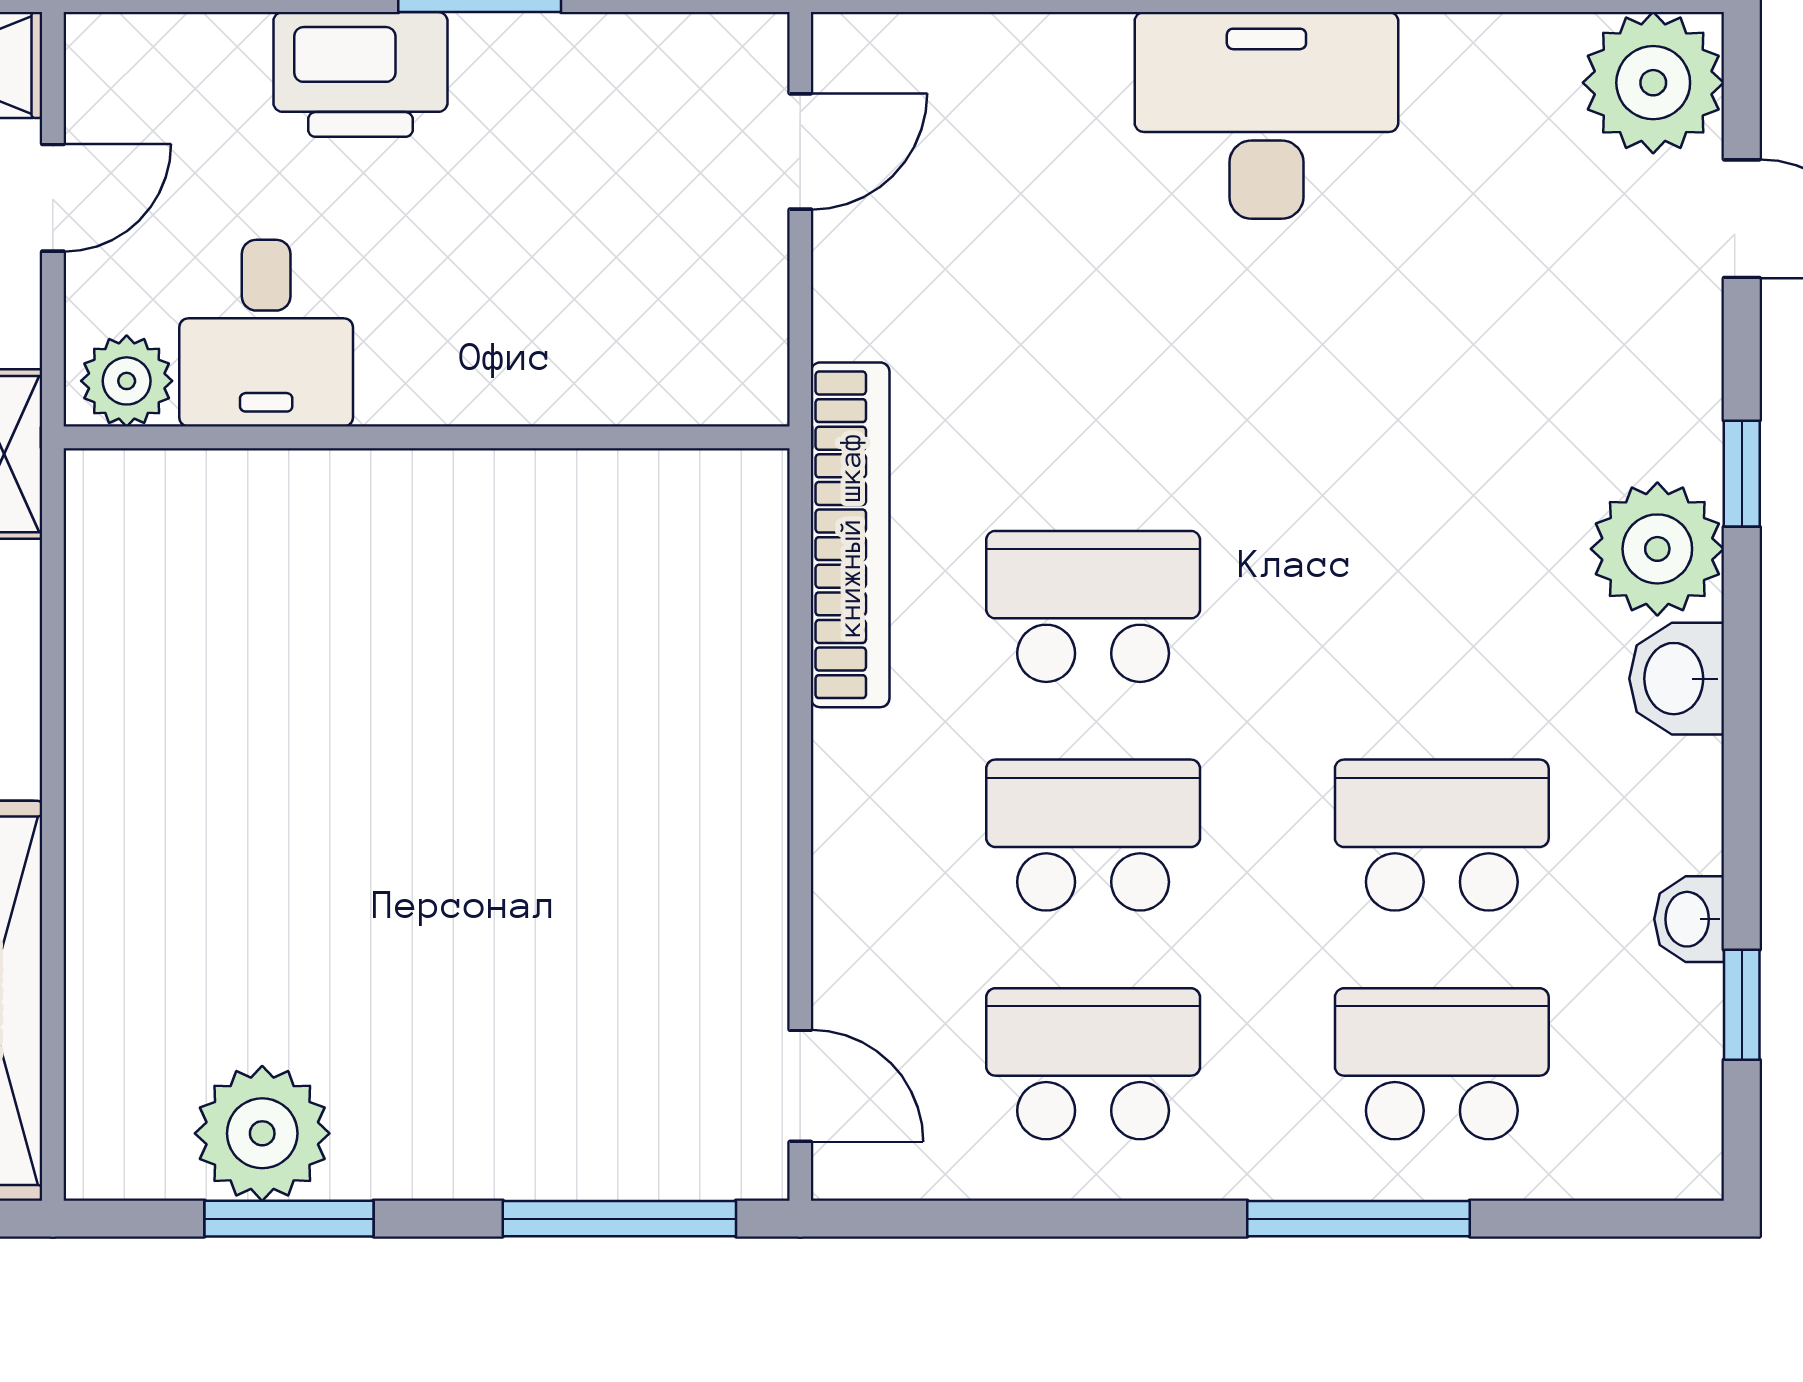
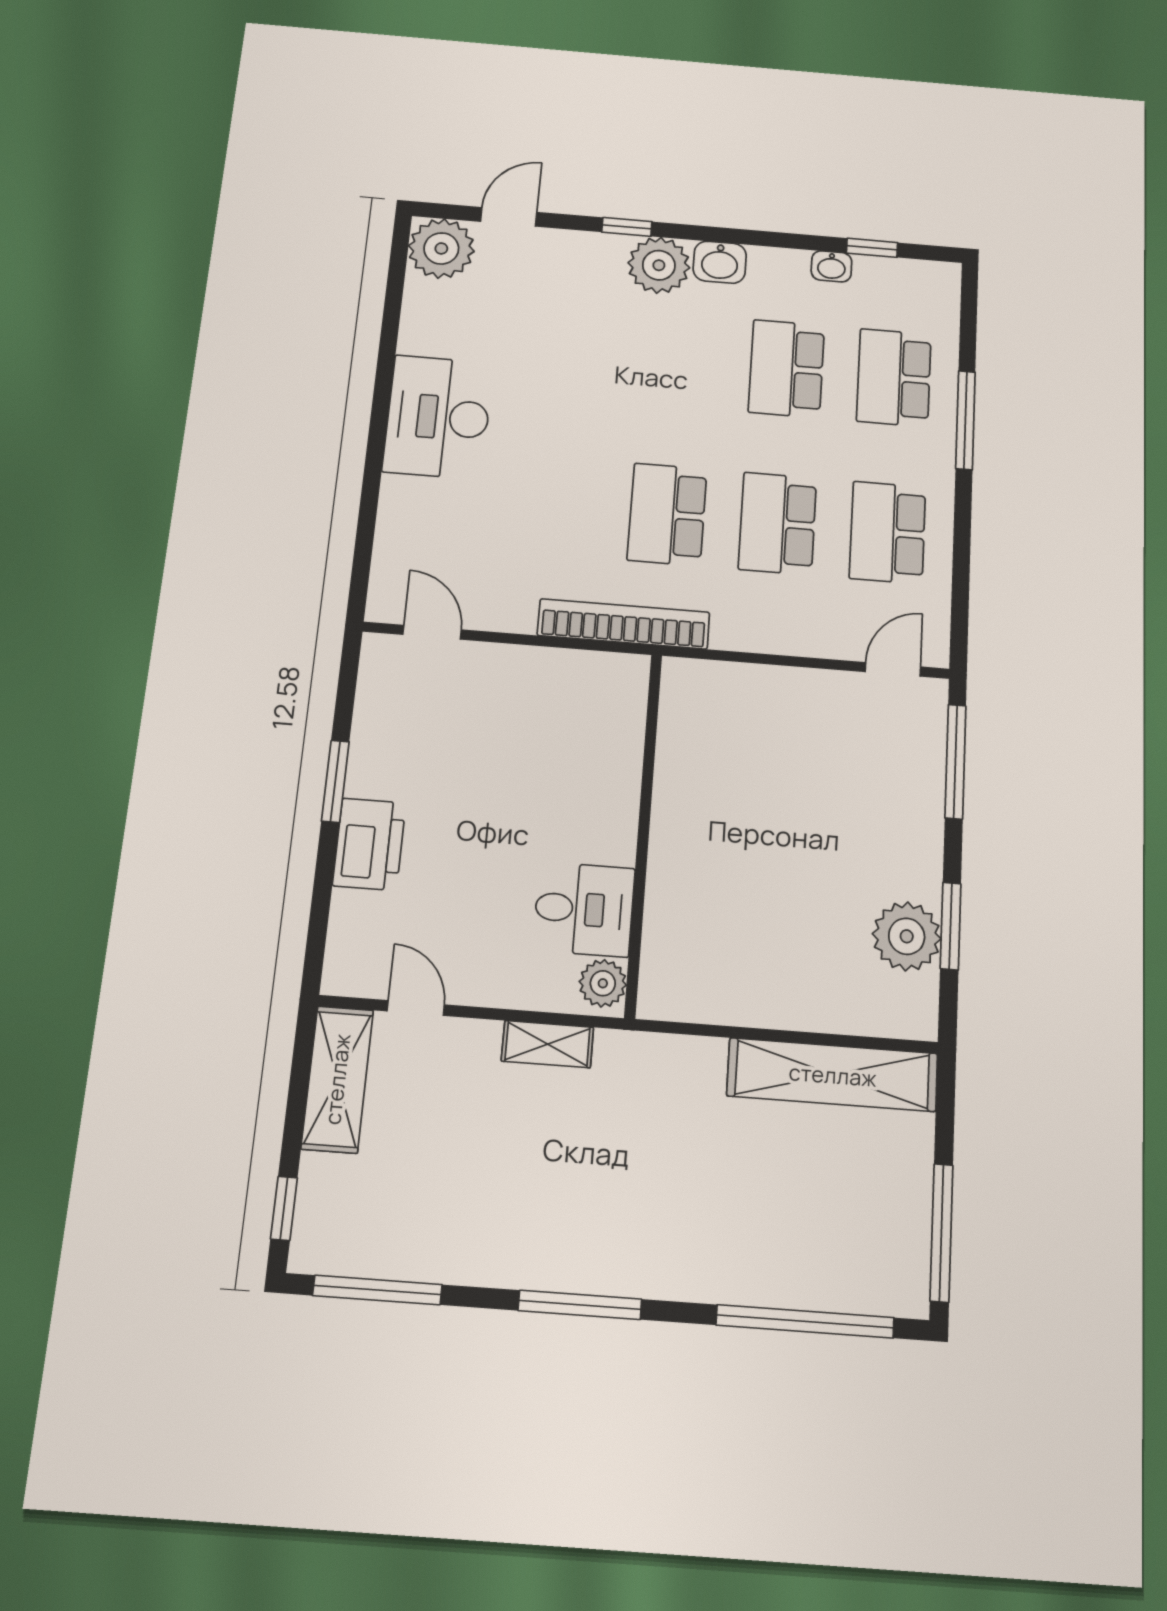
desk: (266, 333) -> (584, 909), moved
plant: (127, 381) -> (603, 983), moved
wall: (427, 437) -> (643, 832), moved

